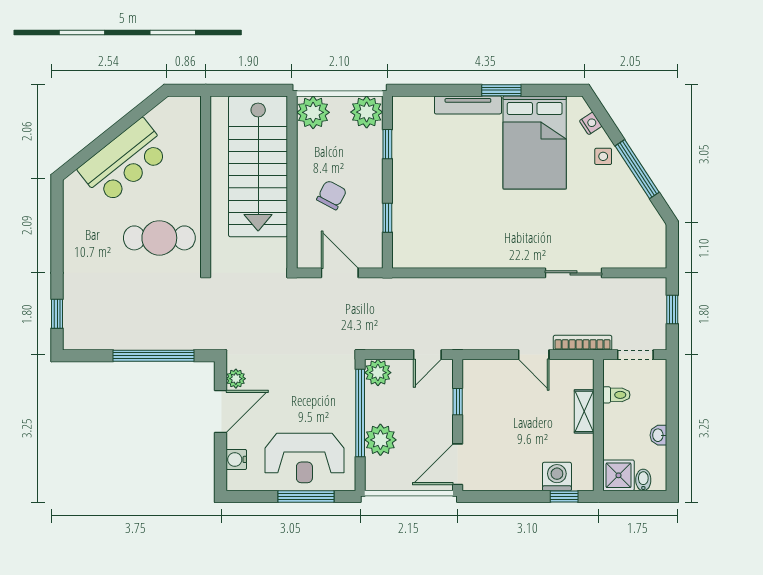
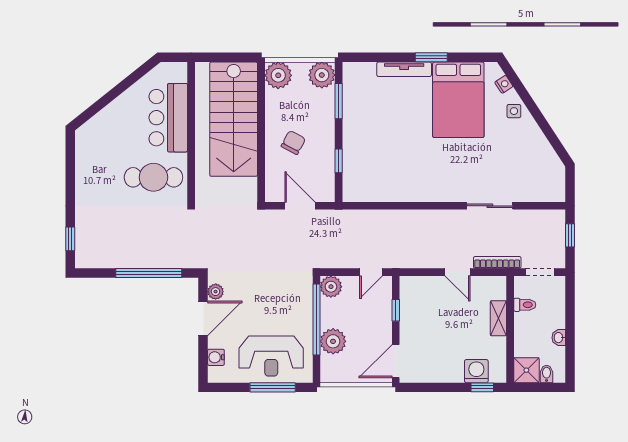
window: (387, 144) -> (339, 101), width x1.50
bar counter: (124, 161) -> (168, 118), moved, turned 129
window: (637, 169) -> (542, 121), removed

